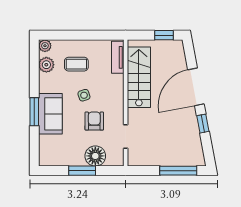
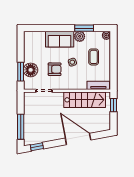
window: (164, 35) -> (114, 105), moved
plant: (46, 65) -> (80, 36), moved
window: (34, 112) -> (84, 28), moved
window: (203, 124) -> (37, 147), moved
window: (82, 171) -> (21, 72), moved

